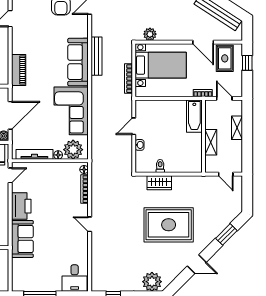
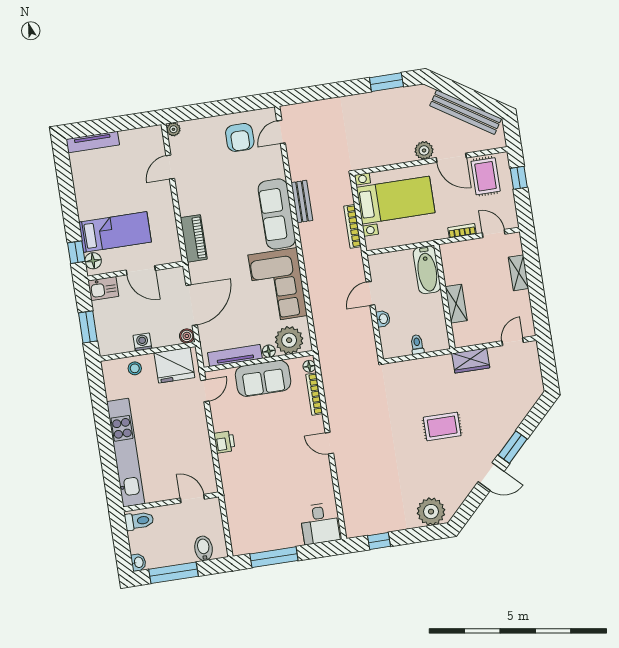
plant: (150, 34) -> (424, 150), moved
bench: (97, 56) -> (302, 201), width x0.73
bathtub: (194, 116) -> (427, 270), moved
wall: (203, 136) -> (444, 297), moved
shelving: (211, 142) -> (456, 304), moved
door: (226, 174) -> (513, 342), swing flipped
wardrobe: (159, 183) -> (471, 361), moved
printer: (21, 206) -> (224, 442), width x0.53, depth x0.68
rug: (169, 225) -> (442, 426), width x0.54, depth x0.49
window: (226, 234) -> (513, 447), moved
sofa: (22, 239) -> (263, 378), moved, turned 90

